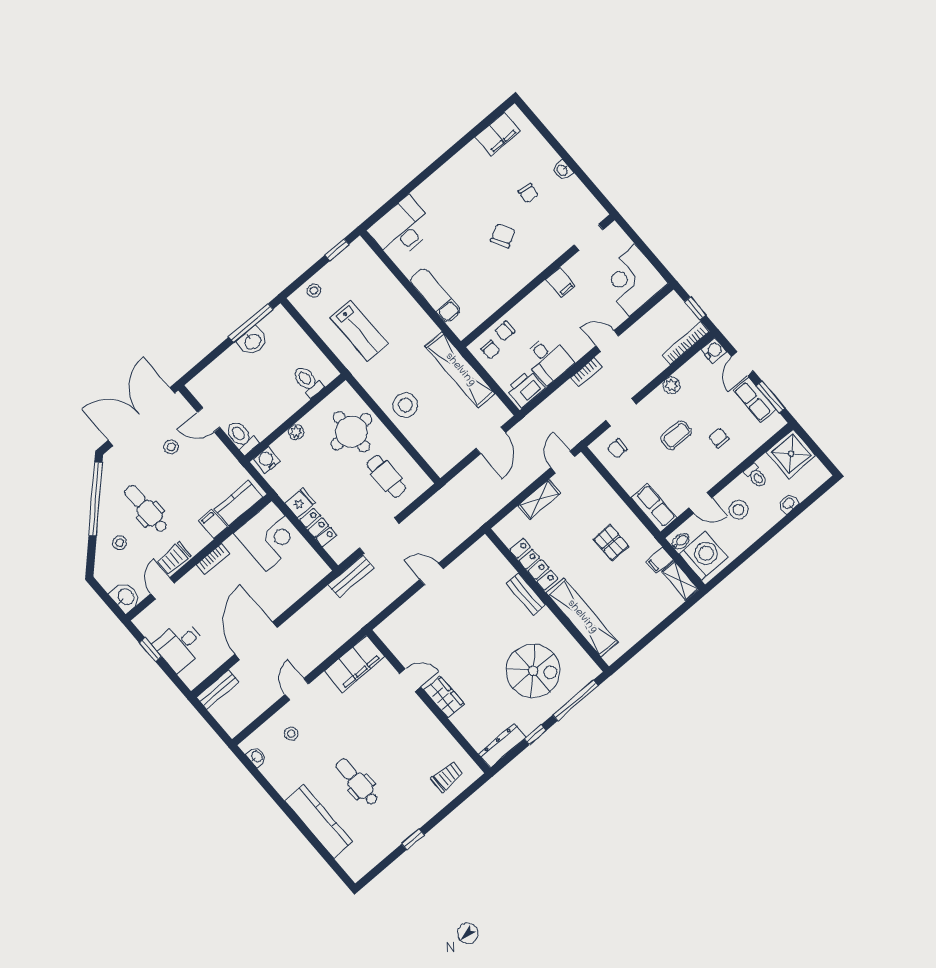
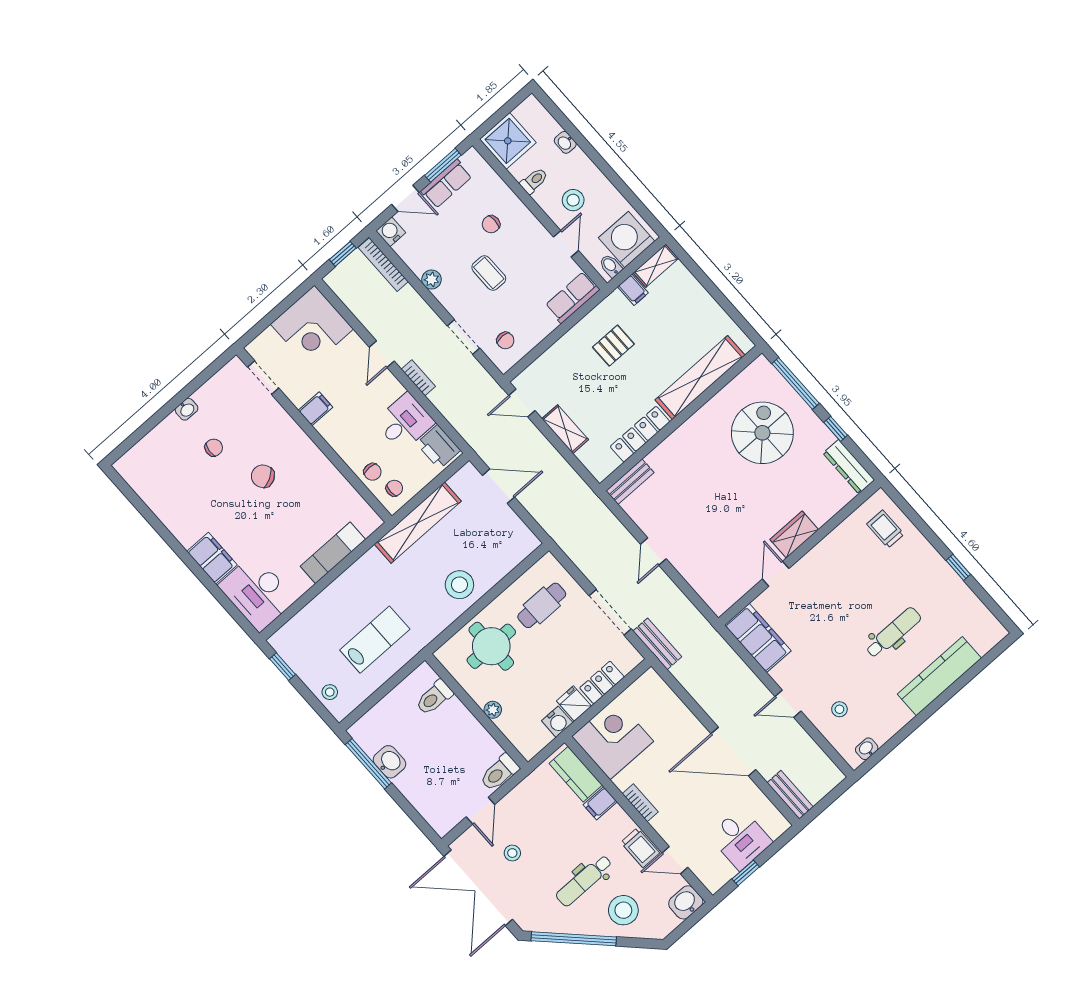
filing cabinet: (498, 134) -> (212, 558), moved
water cooler: (267, 460) -> (557, 722), moved, turned -90
stool: (120, 543) -> (623, 910), width x1.89, depth x1.89
bench: (526, 594) -> (630, 482), moved
dental chair: (357, 782) -> (893, 633), turned 180

